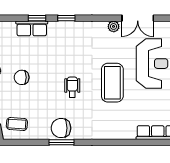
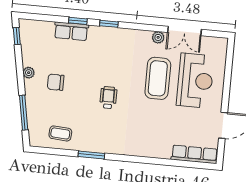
coffee table: (112, 83) -> (158, 78), moved
coffee table: (17, 124) -> (60, 133), moved
chair: (61, 128) -> (92, 140), removed

